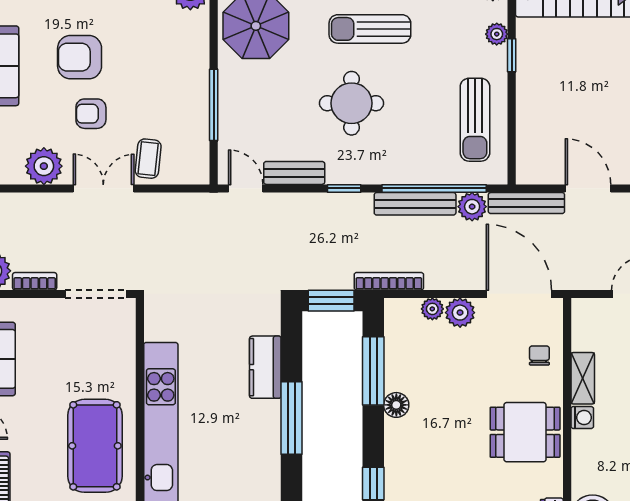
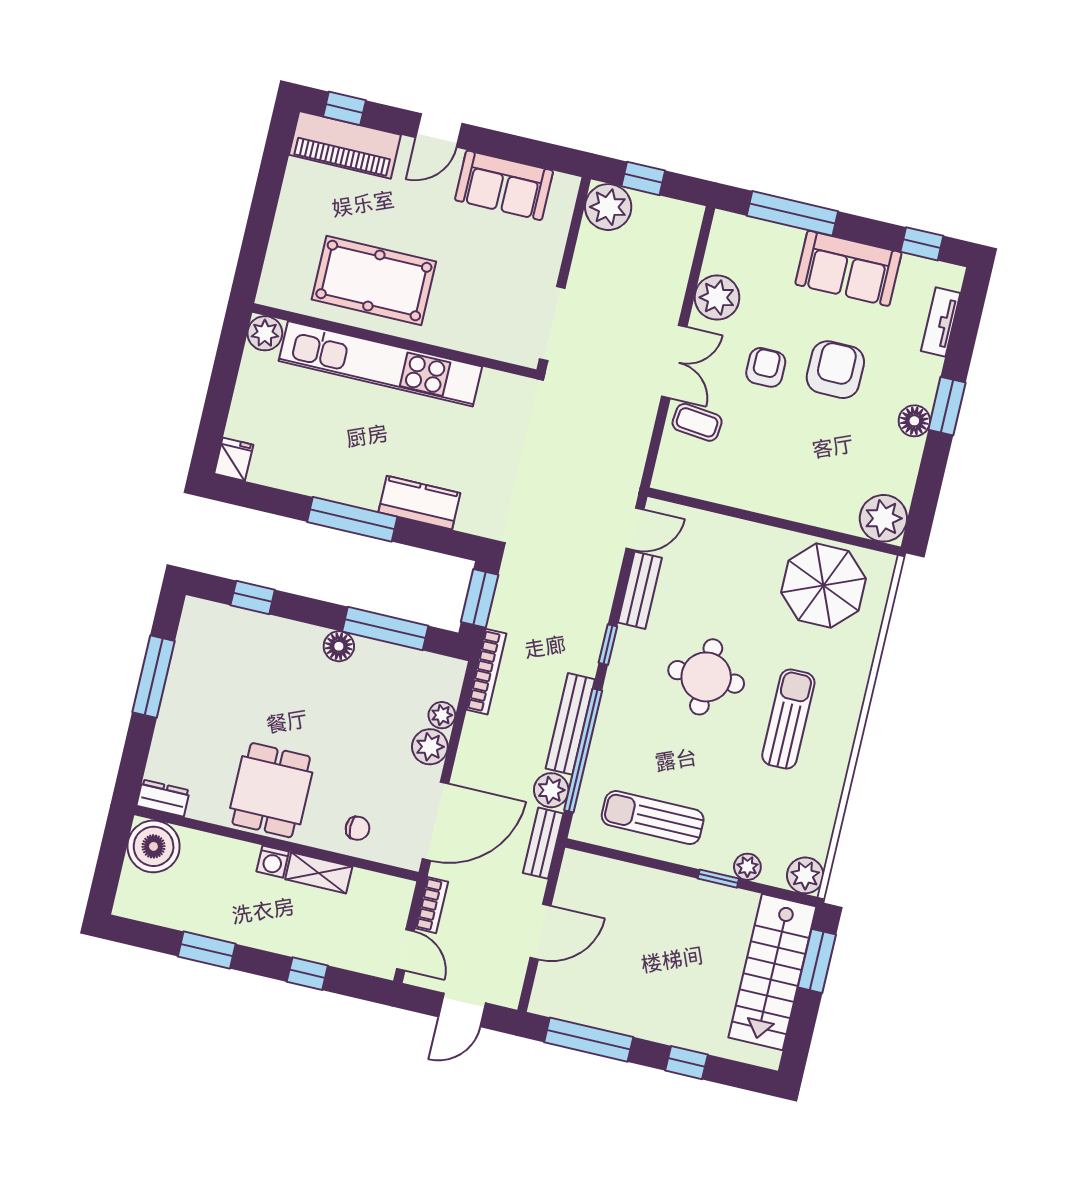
window: (214, 105) -> (742, 514), removed
bench: (526, 203) -> (543, 843), width x0.73
bookcase: (35, 281) -> (432, 905), moved

